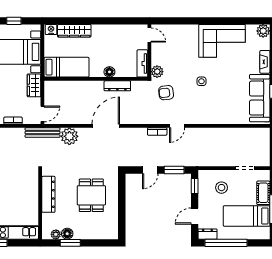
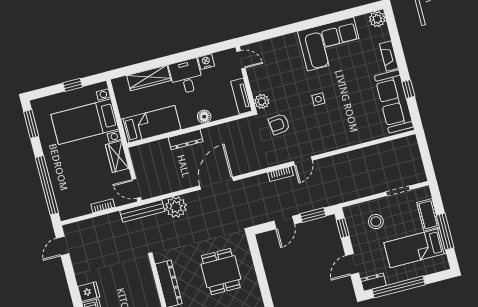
nightstand: (51, 30) -> (206, 62), moved
desk: (104, 37) -> (186, 76), added
dresser: (117, 86) -> (186, 139), moved
door: (42, 114) -> (136, 188), swing flipped

